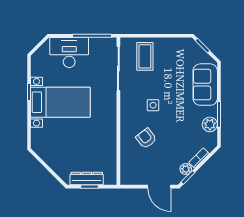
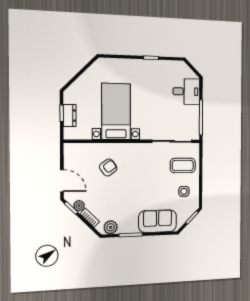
desk: (69, 52) -> (186, 91), width x0.73
bed with nightstands: (60, 102) -> (116, 112), moved, turned 180
side table: (153, 105) -> (184, 191), moved
plant: (210, 124) -> (111, 227), moved
dresser: (87, 178) -> (70, 115), width x0.70
door: (159, 187) -> (62, 181), swing flipped

